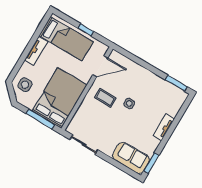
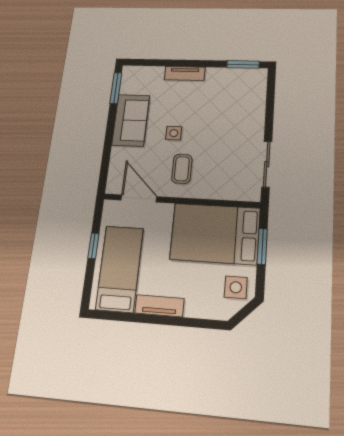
side table: (25, 85) -> (236, 287), moved
window: (40, 119) -> (262, 246), width x0.69
sofa: (131, 158) -> (131, 120), moved, turned 180

